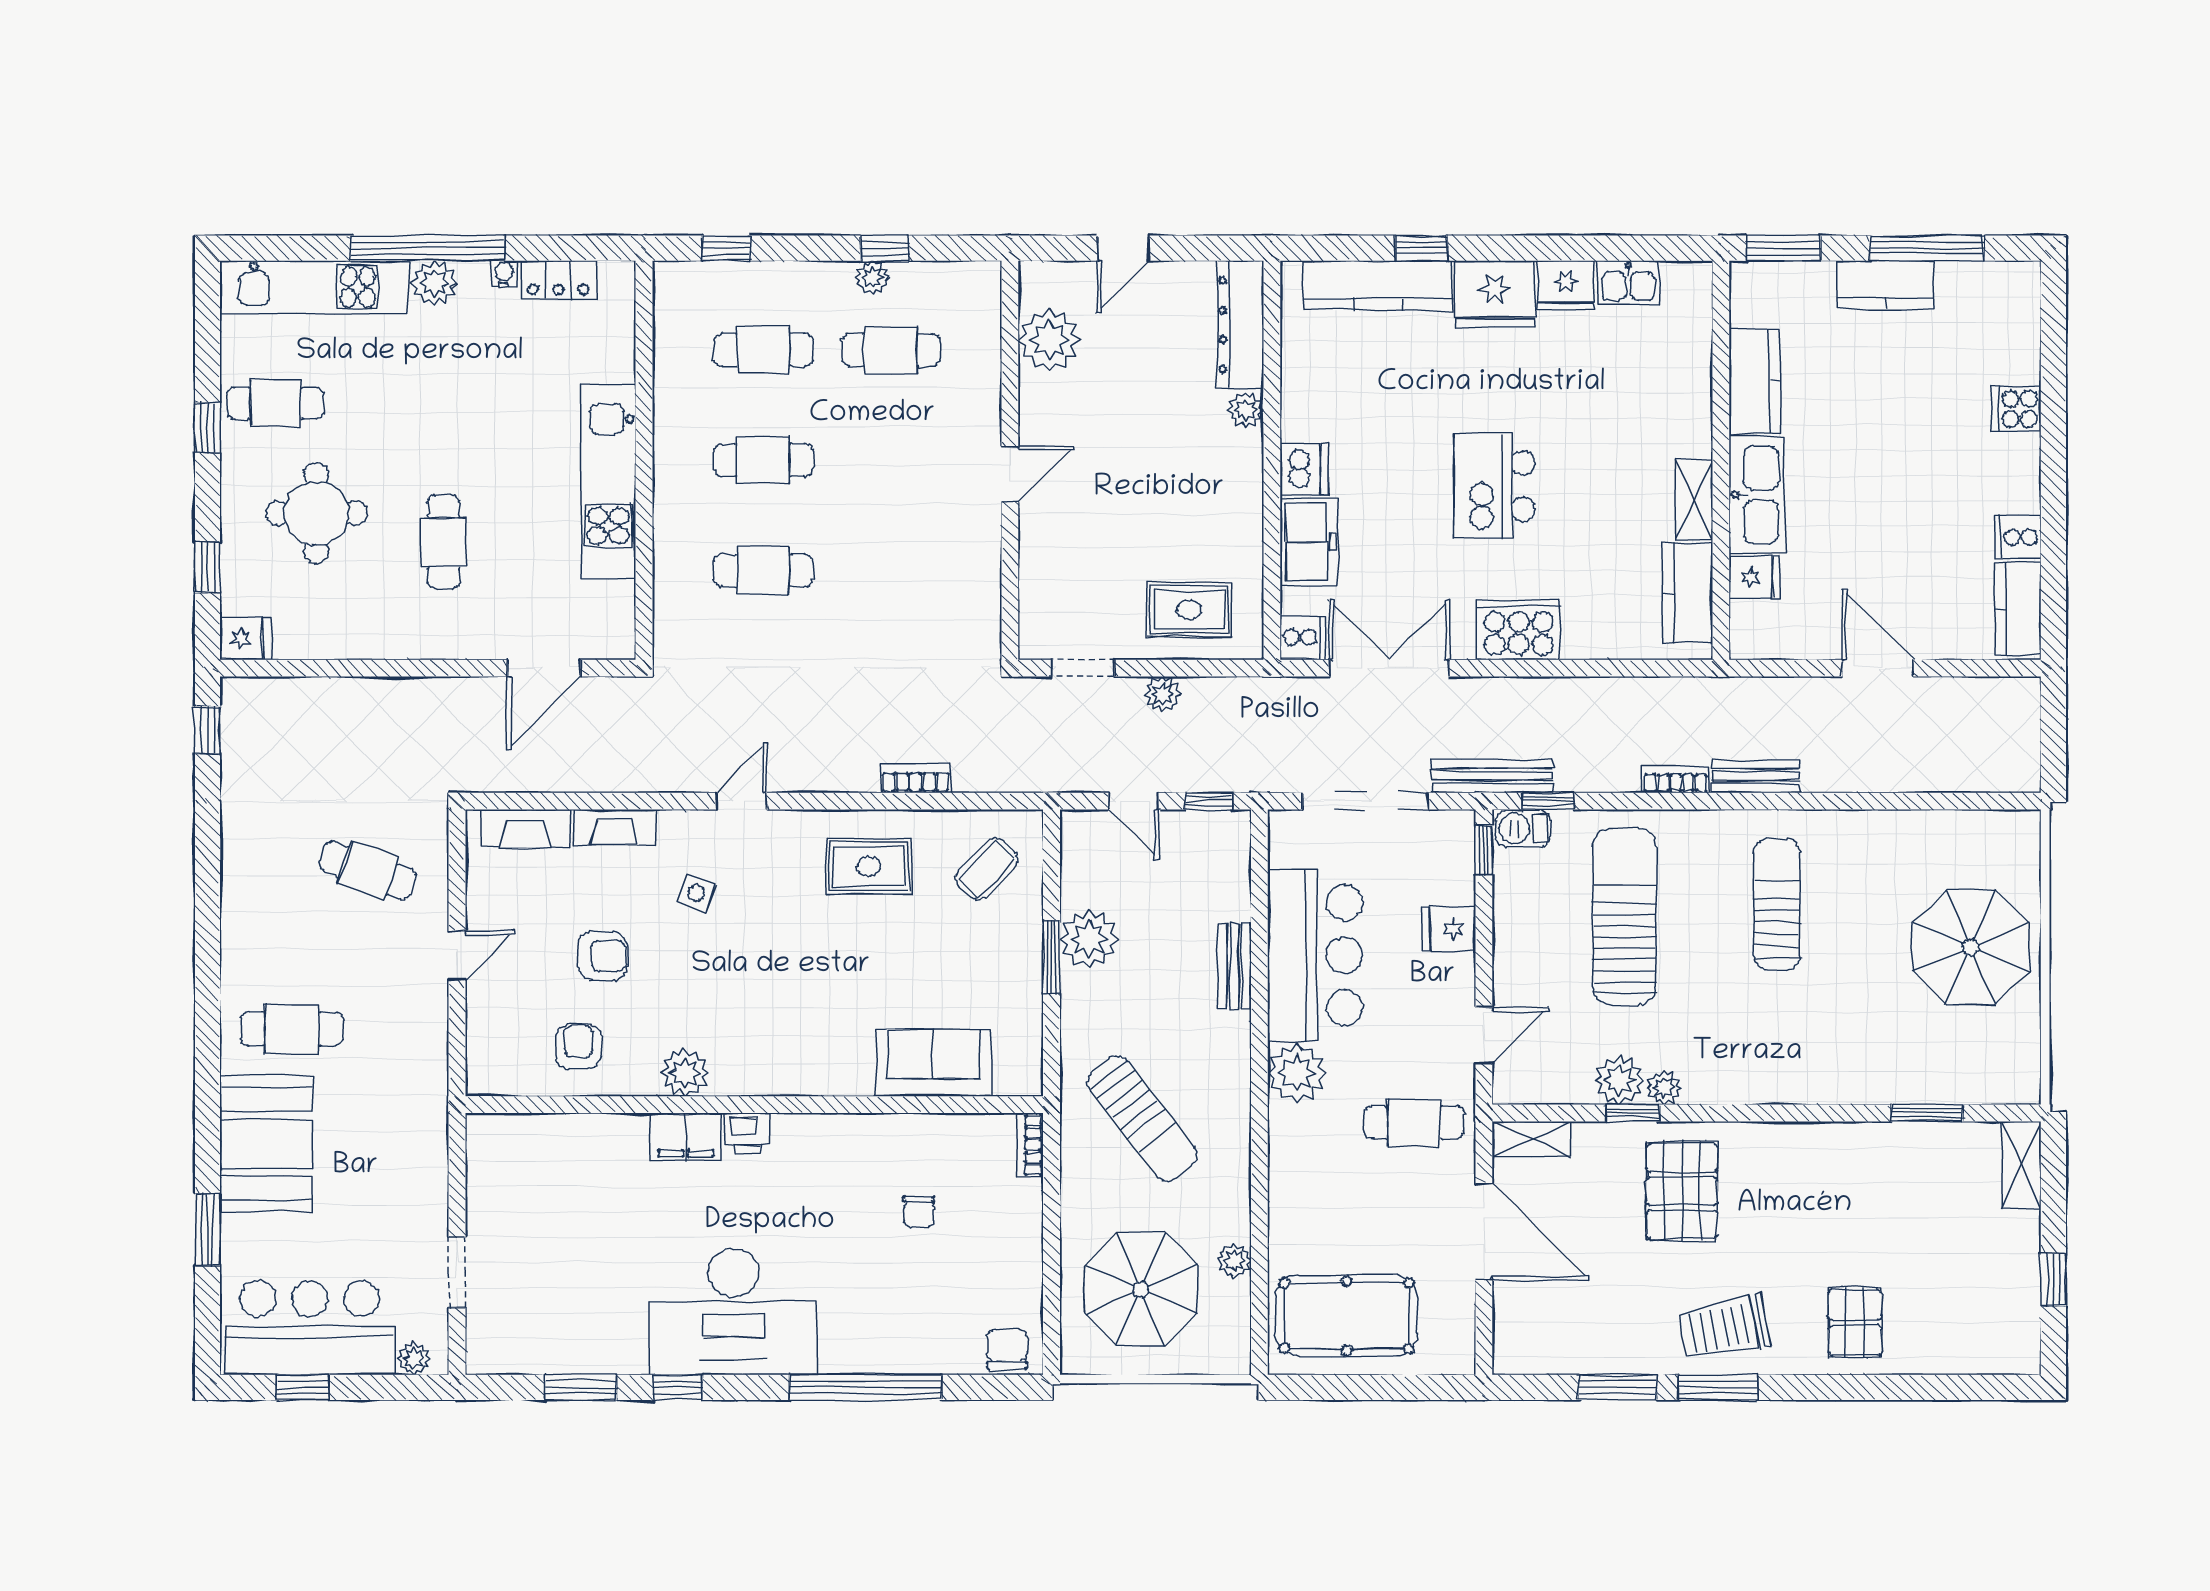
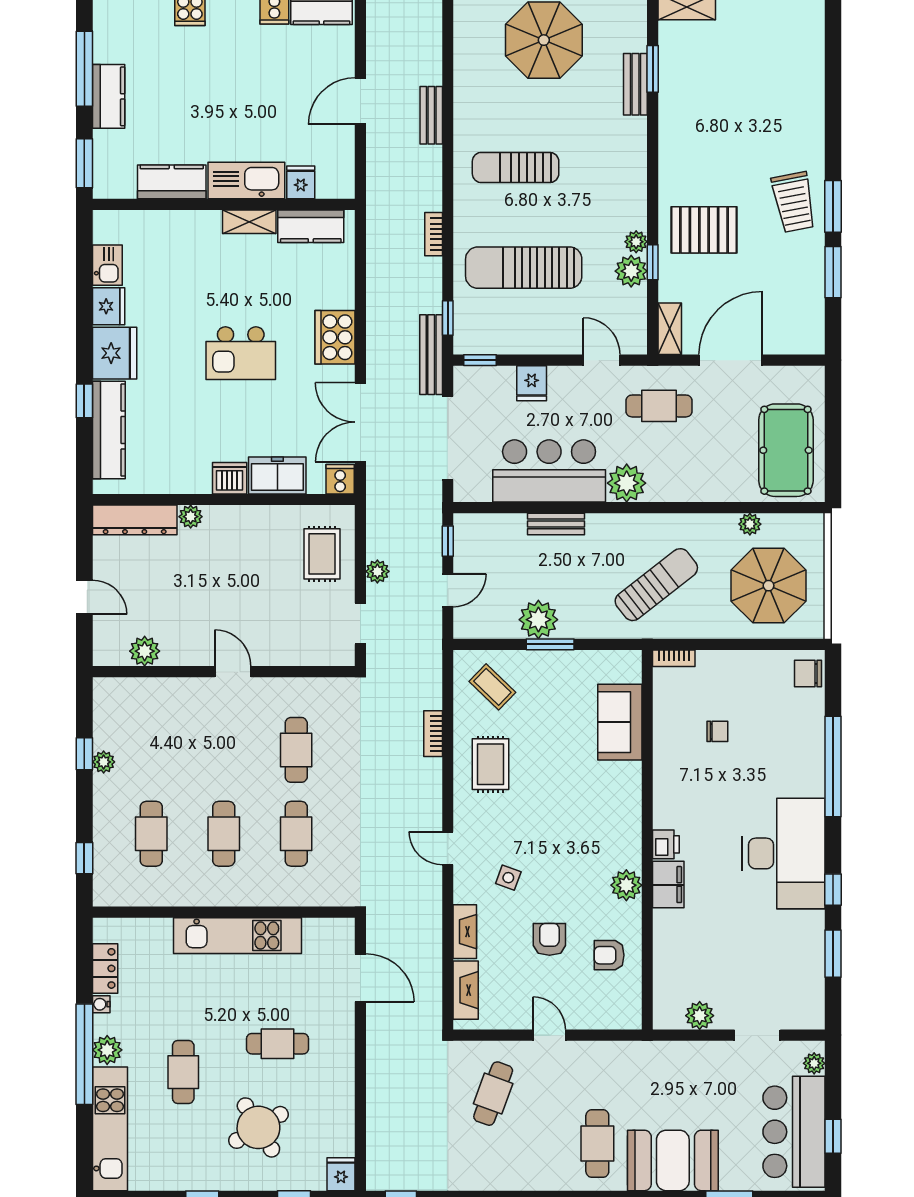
plant: (1049, 340) -> (145, 651), width x0.73, depth x0.73
cafe table: (891, 350) -> (296, 750), moved
cafe table: (275, 403) -> (183, 1072), moved
round table: (316, 513) -> (258, 1127), turned -31
bench: (1756, 776) -> (431, 115), moved
barbecue: (1523, 828) -> (466, 335), removed
bench: (1904, 1087) -> (635, 84), added
cafe table: (1414, 1123) -> (659, 406), turned 90
plant: (487, 1184) -> (700, 1016), added
pallet: (1855, 1322) -> (790, 116), removed

